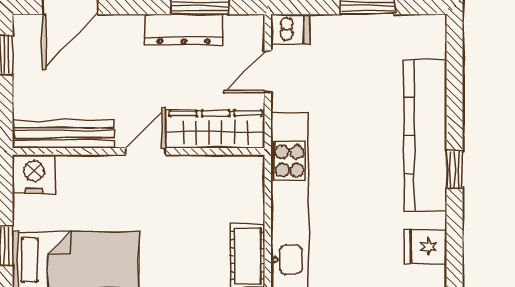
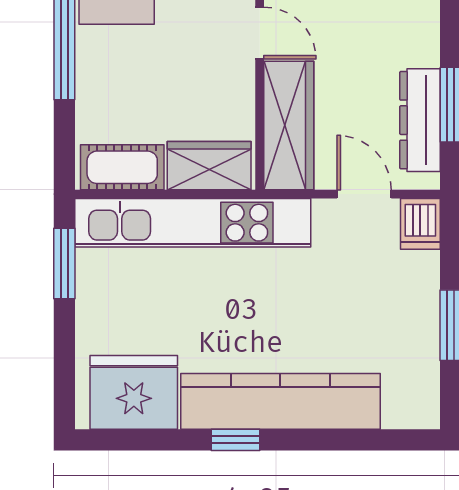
dresser: (184, 29) -> (420, 120), moved
wardrobe: (246, 190) -> (209, 166), added
fridge: (426, 247) -> (134, 392), width x1.88, depth x1.34

